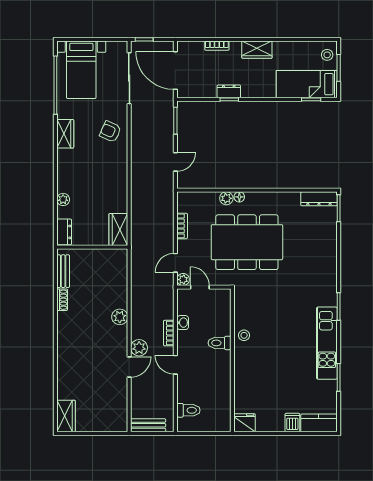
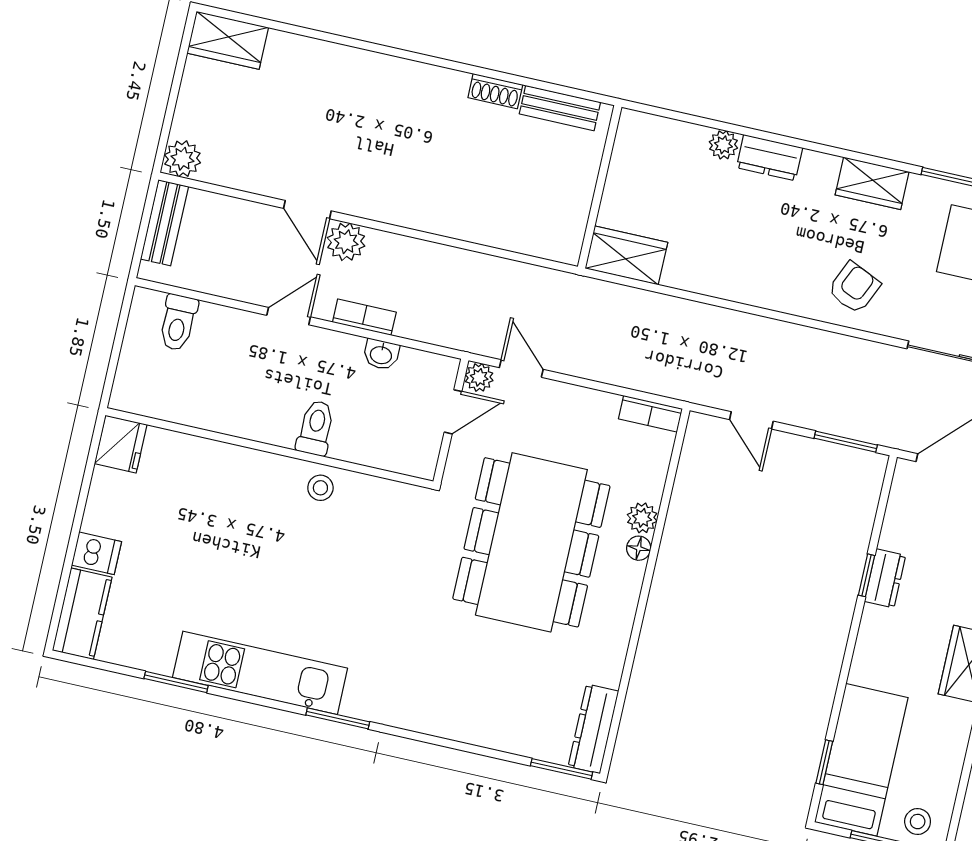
bookcase: (182, 226) -> (650, 414), moved
dresser: (64, 232) -> (770, 158), moved
plant: (120, 317) -> (182, 159), moved

